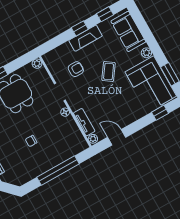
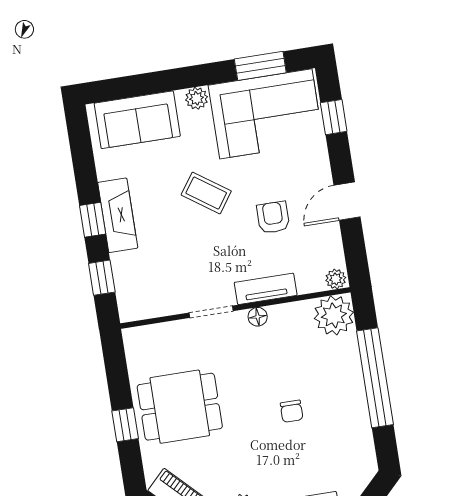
window: (105, 14) -> (102, 278), moved
plant: (37, 64) -> (334, 315), moved, width x1.88, depth x1.88
armchair: (76, 69) -> (273, 217), moved
tv unit: (84, 122) -> (266, 289), moved
door: (117, 137) -> (347, 201), moved

